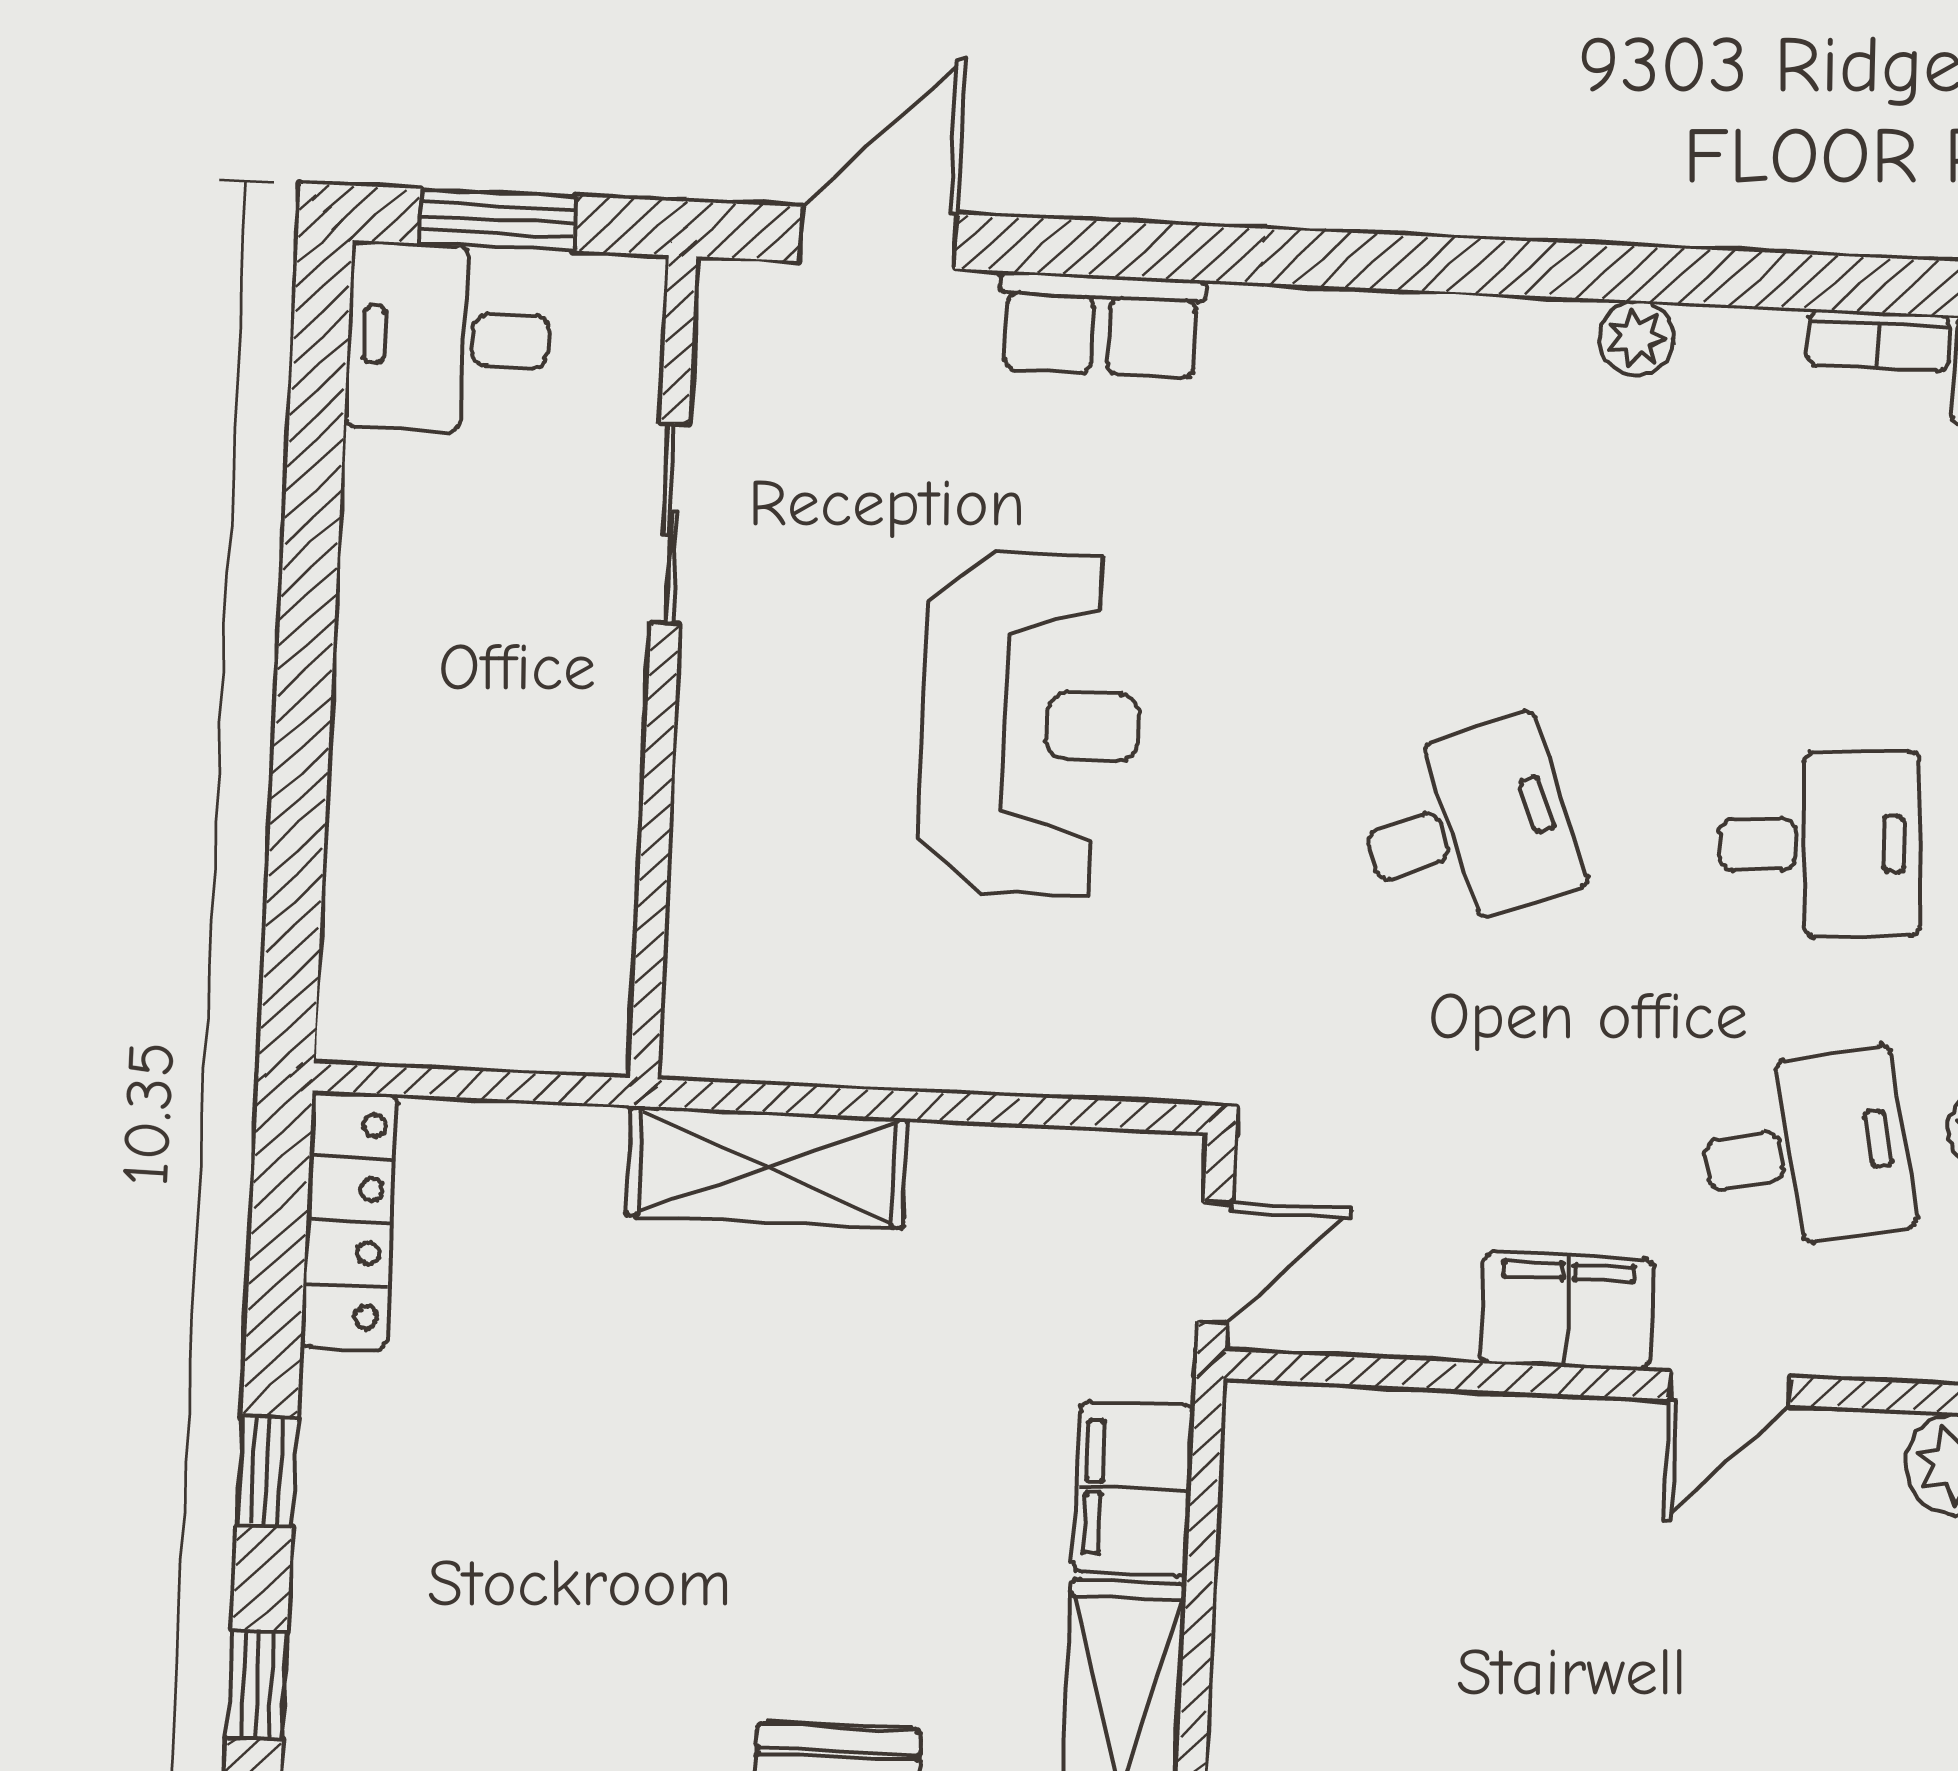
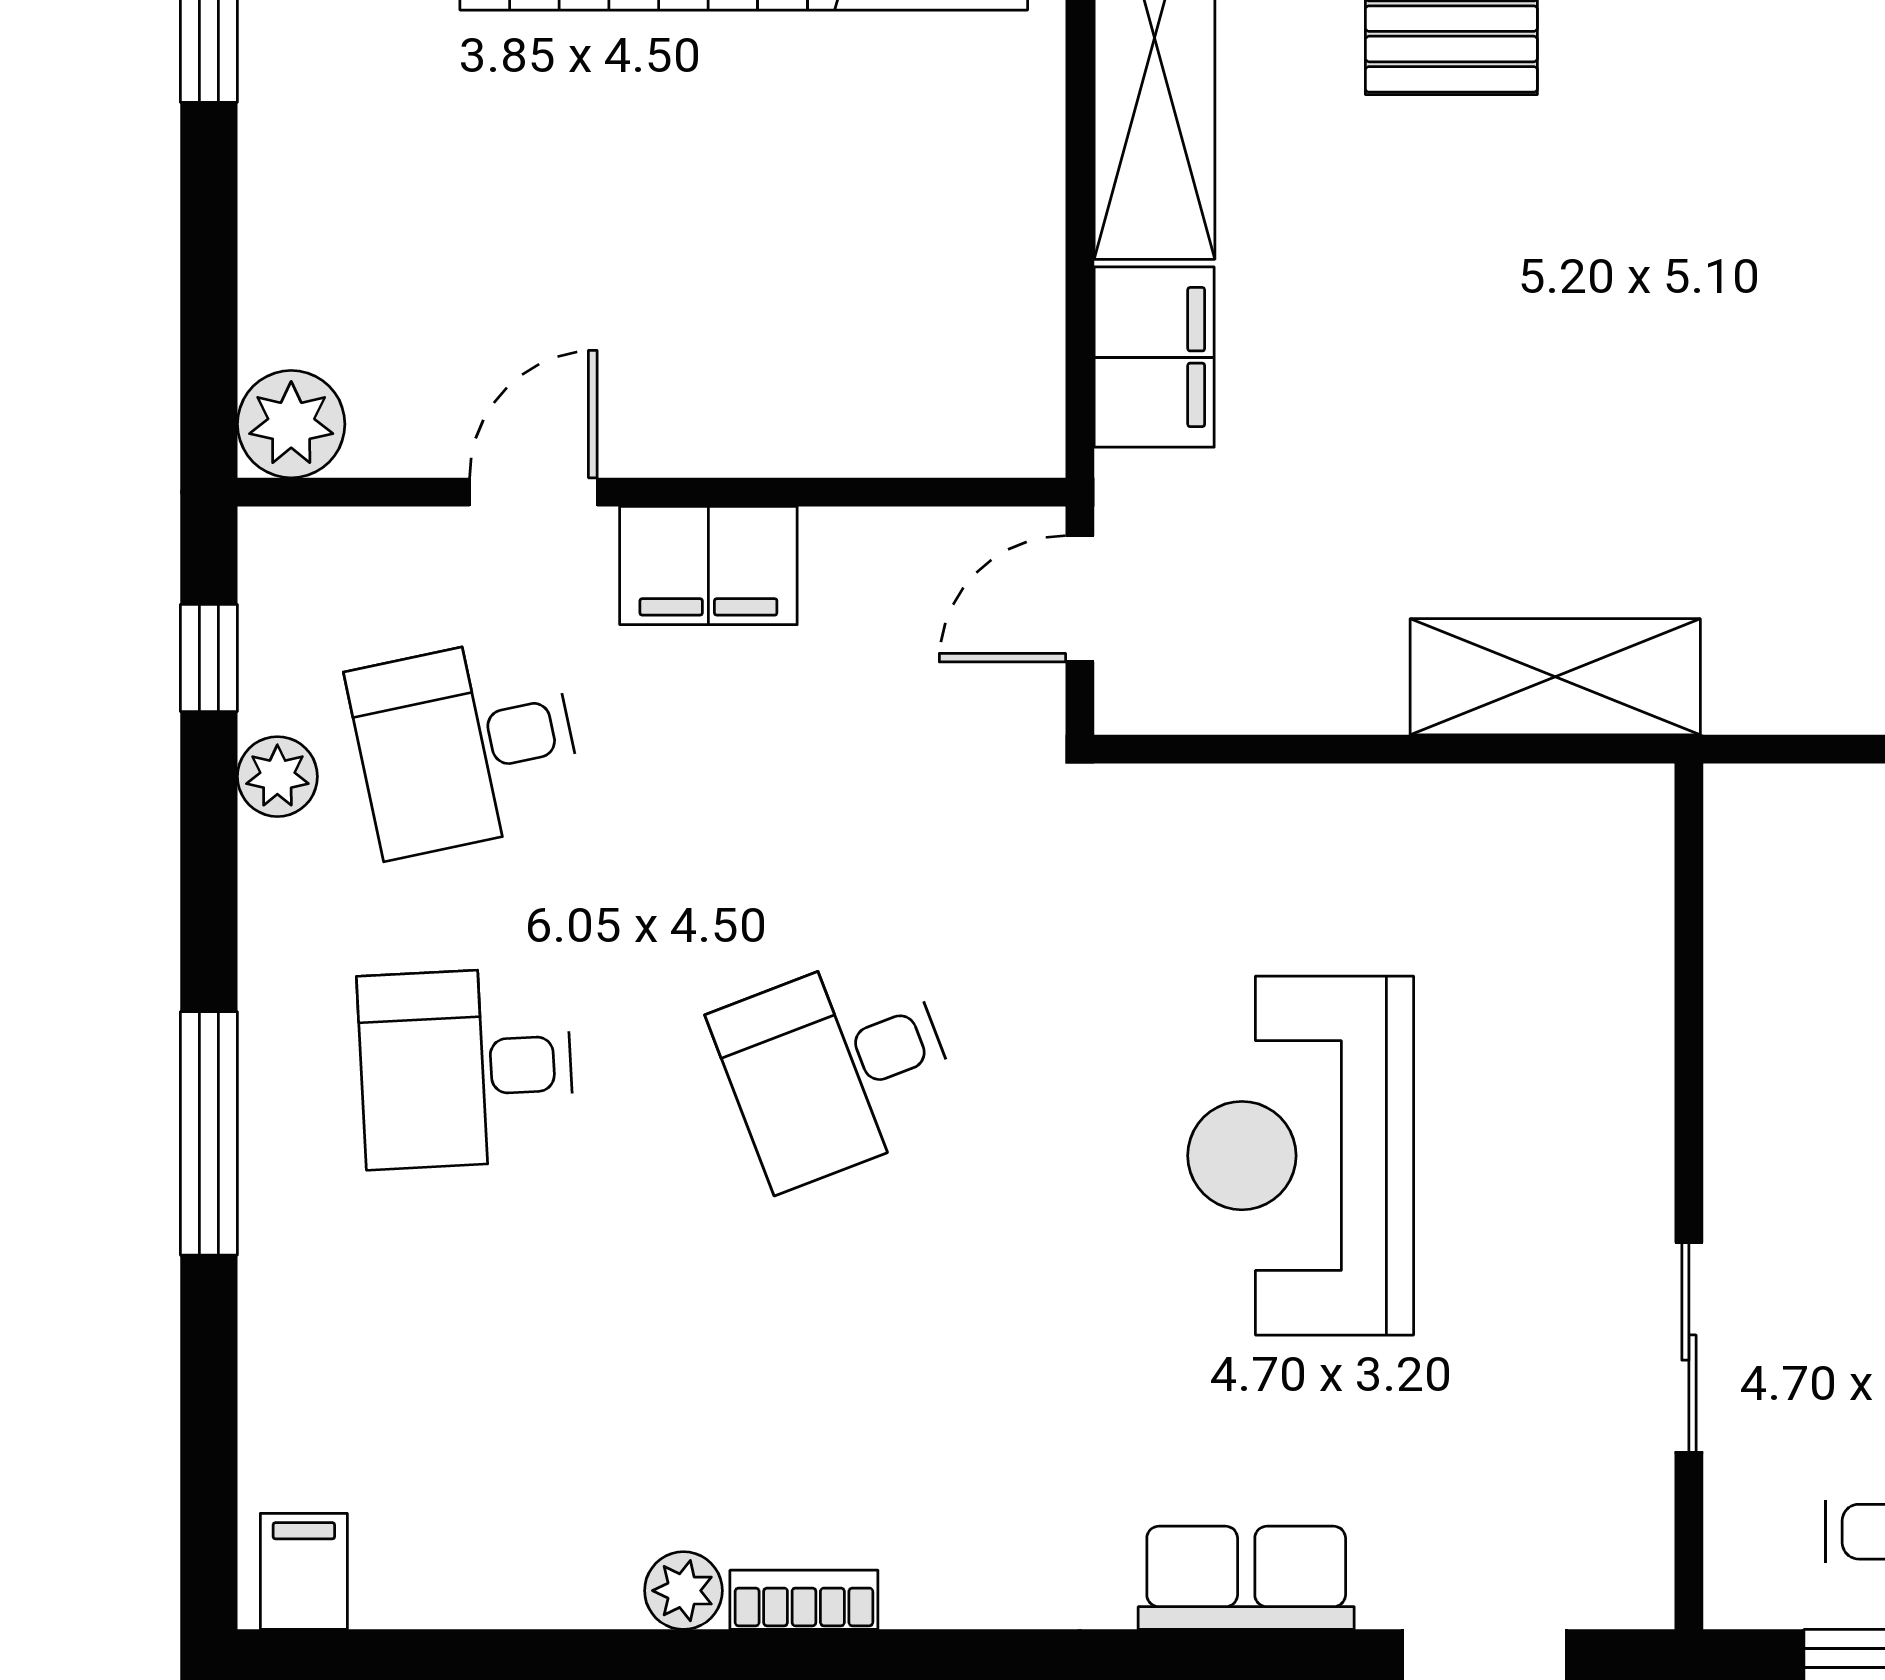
bookcase: (1879, 340) -> (804, 1600), moved

